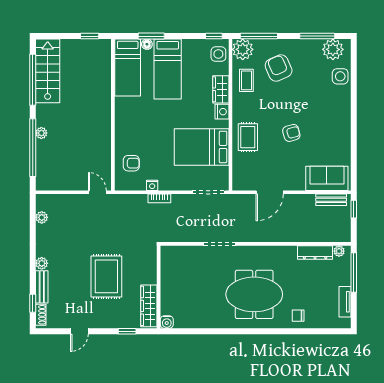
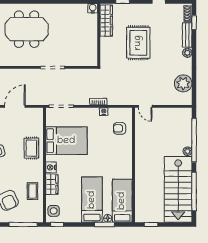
plant: (243, 49) -> (35, 214), removed
stairs: (48, 71) -> (178, 189), width x1.36, depth x1.51
plant: (42, 217) -> (183, 83), width x1.88, depth x1.88

